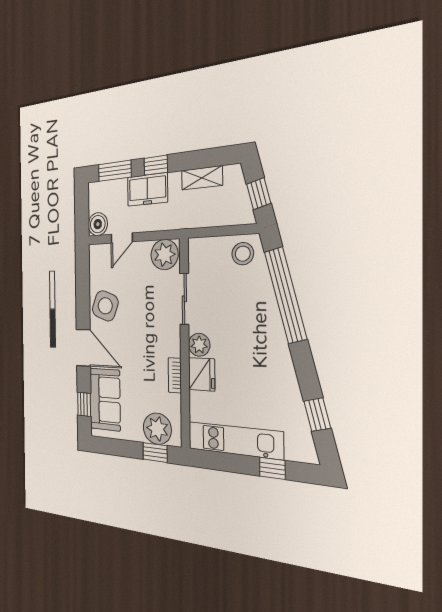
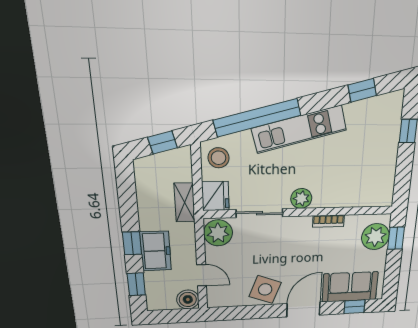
window: (115, 171) -> (136, 284), width x0.67
shelving: (202, 178) -> (185, 202), moved
fridge: (202, 374) -> (215, 196), moved, turned 90
kitchen unit: (235, 440) -> (299, 129), moved, turned -105

